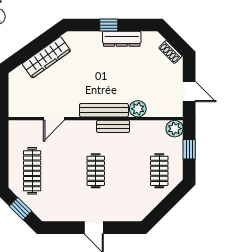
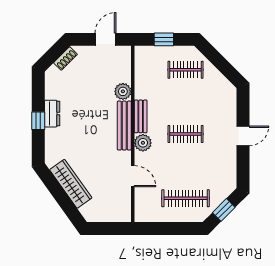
dresser: (122, 39) -> (52, 114), width x0.70
plant: (175, 129) -> (143, 143), moved

